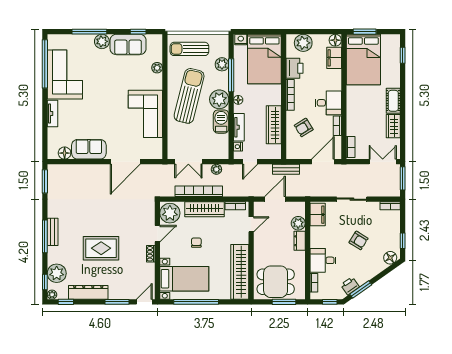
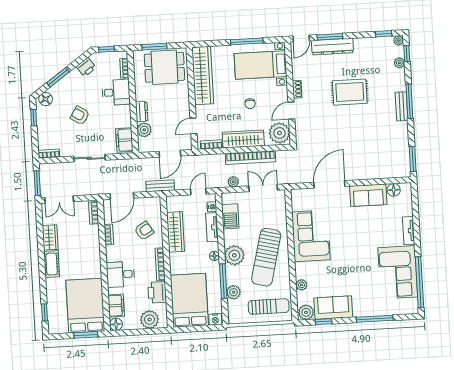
plant: (102, 41) -> (306, 312), moved
desk: (328, 103) -> (121, 274), moved
barbecue: (221, 122) -> (230, 216), moved
plant: (57, 273) -> (399, 63), width x0.53, depth x0.53
window: (361, 289) -> (58, 77), moved
dresser: (88, 292) -> (332, 47), moved
window: (196, 302) -> (247, 41), width x0.68

